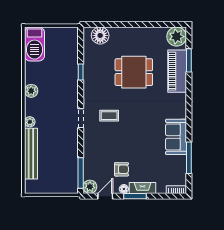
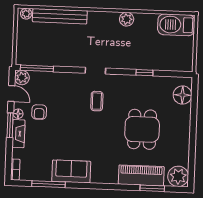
plant: (30, 122) -> (26, 14), moved

